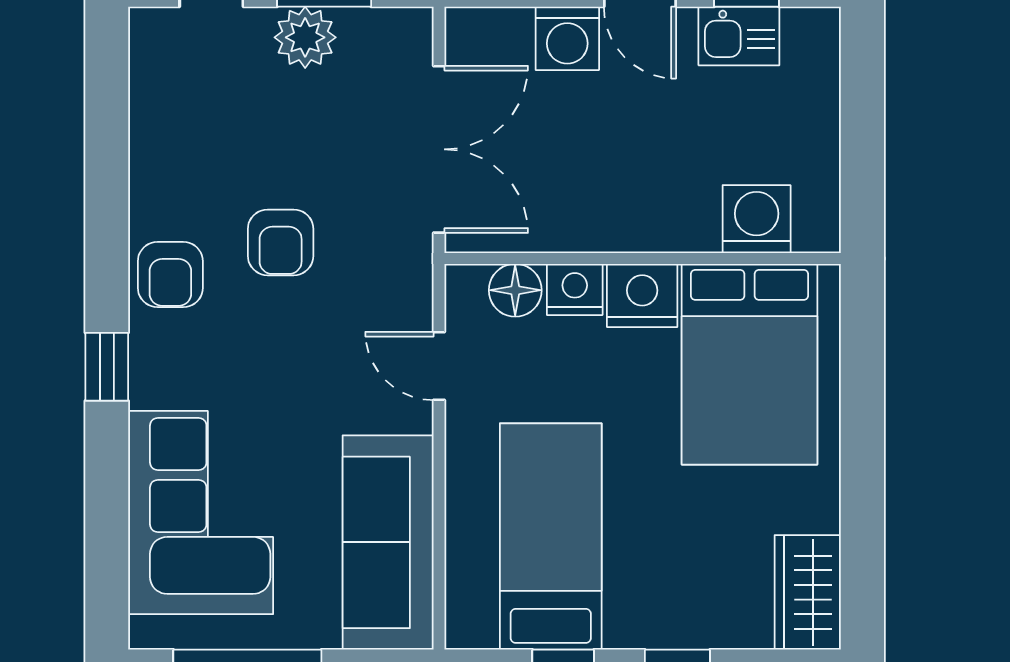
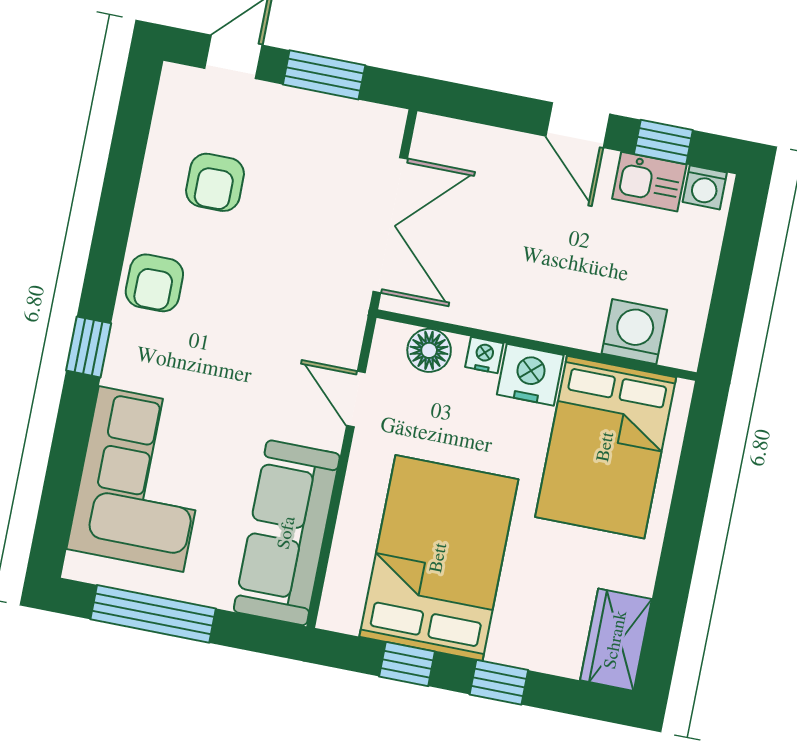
plant: (305, 37) -> (300, 114), removed
washing machine: (567, 38) -> (705, 187), moved, width x0.73, depth x0.73
armchair: (281, 242) -> (215, 182), moved
nightstand: (575, 289) -> (484, 355), width x0.72, depth x0.74
bed: (551, 536) -> (439, 558), width x1.50

